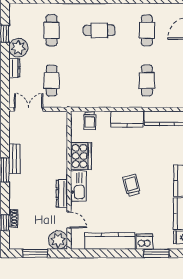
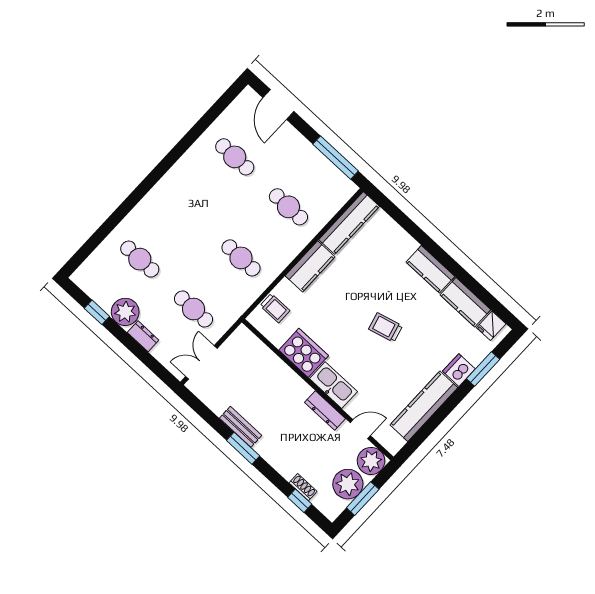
cafe table: (99, 30) -> (241, 258), moved, turned 90
plant: (36, 239) -> (348, 484), added

